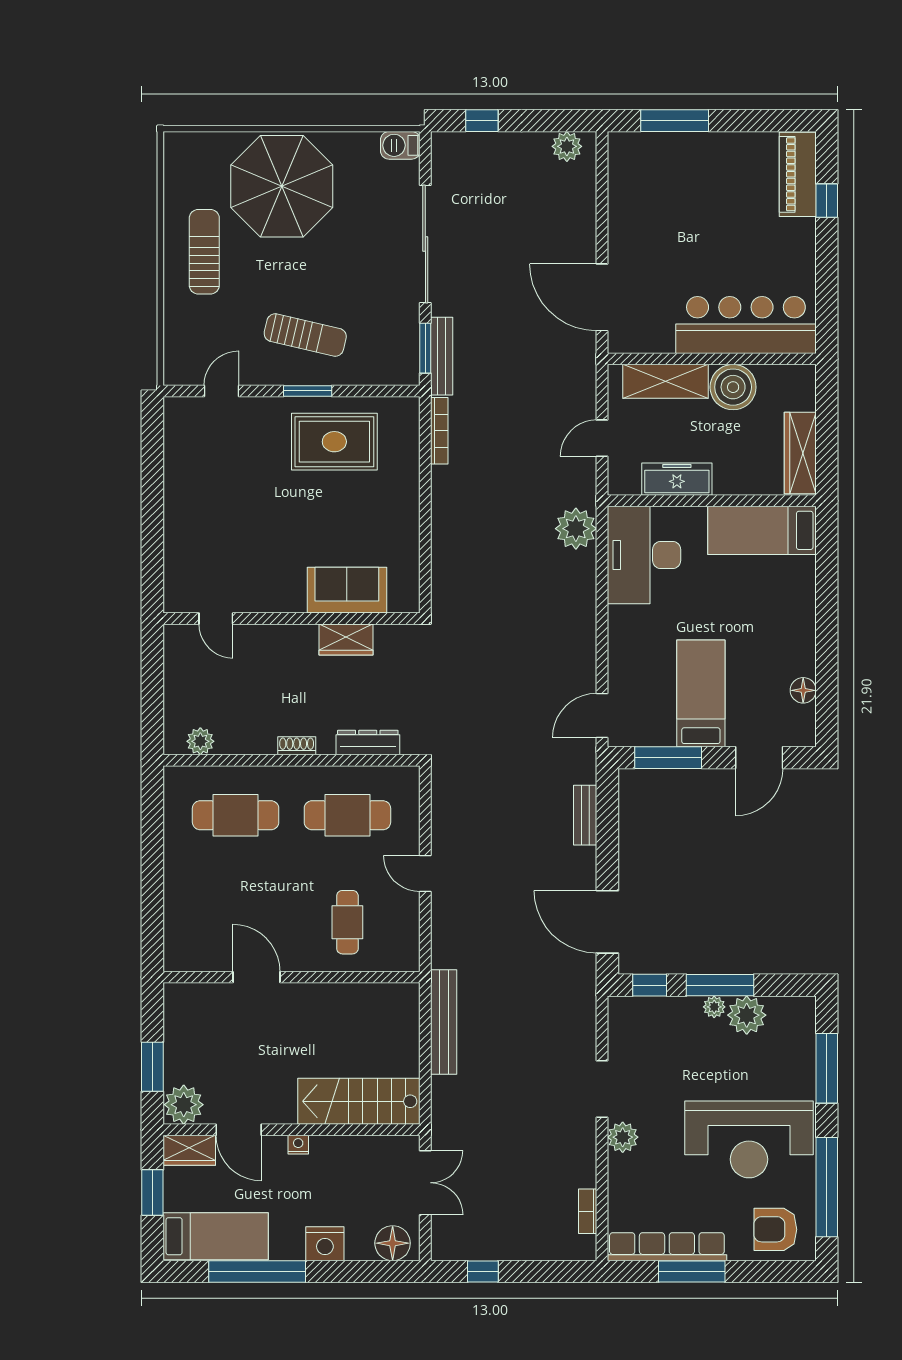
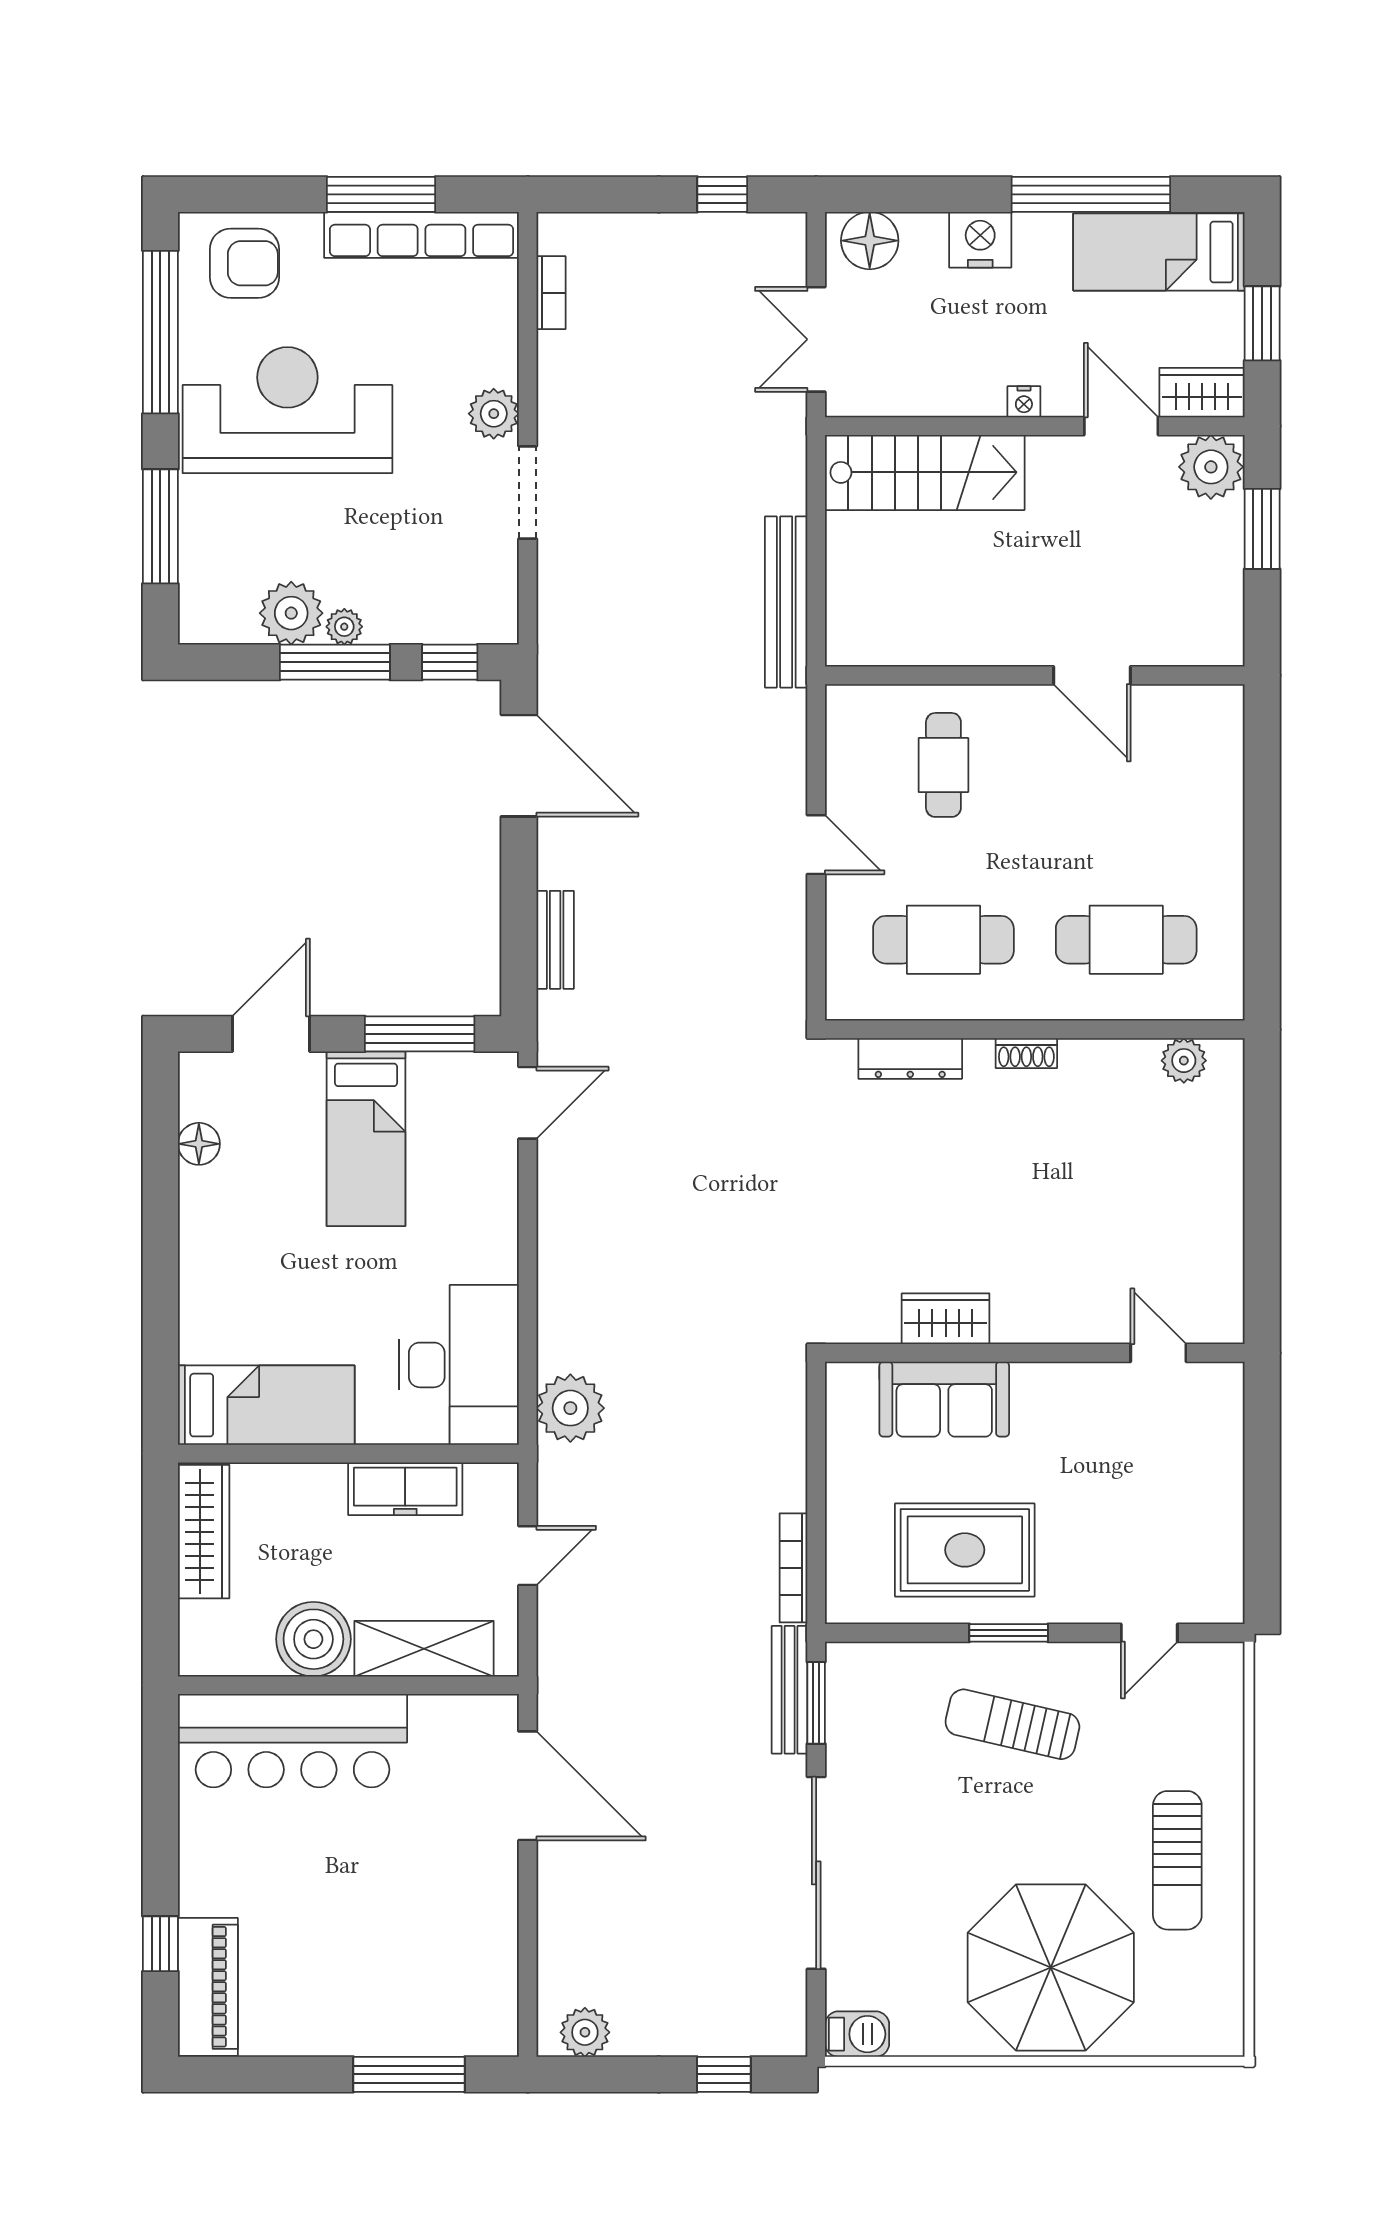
sofa: (347, 590) -> (944, 1399), moved
door: (216, 618) -> (1158, 1353), moved
wall: (292, 618) -> (1035, 1353), moved
wardrobe: (346, 639) -> (946, 1319), moved

